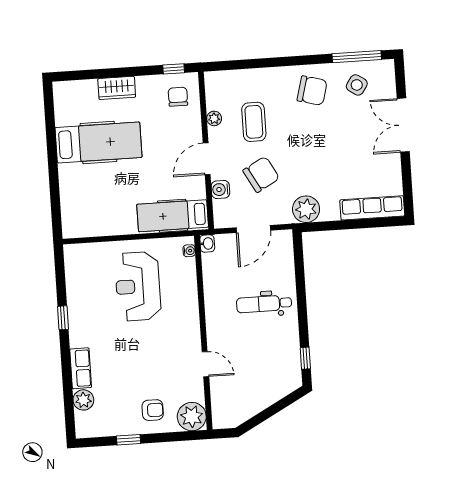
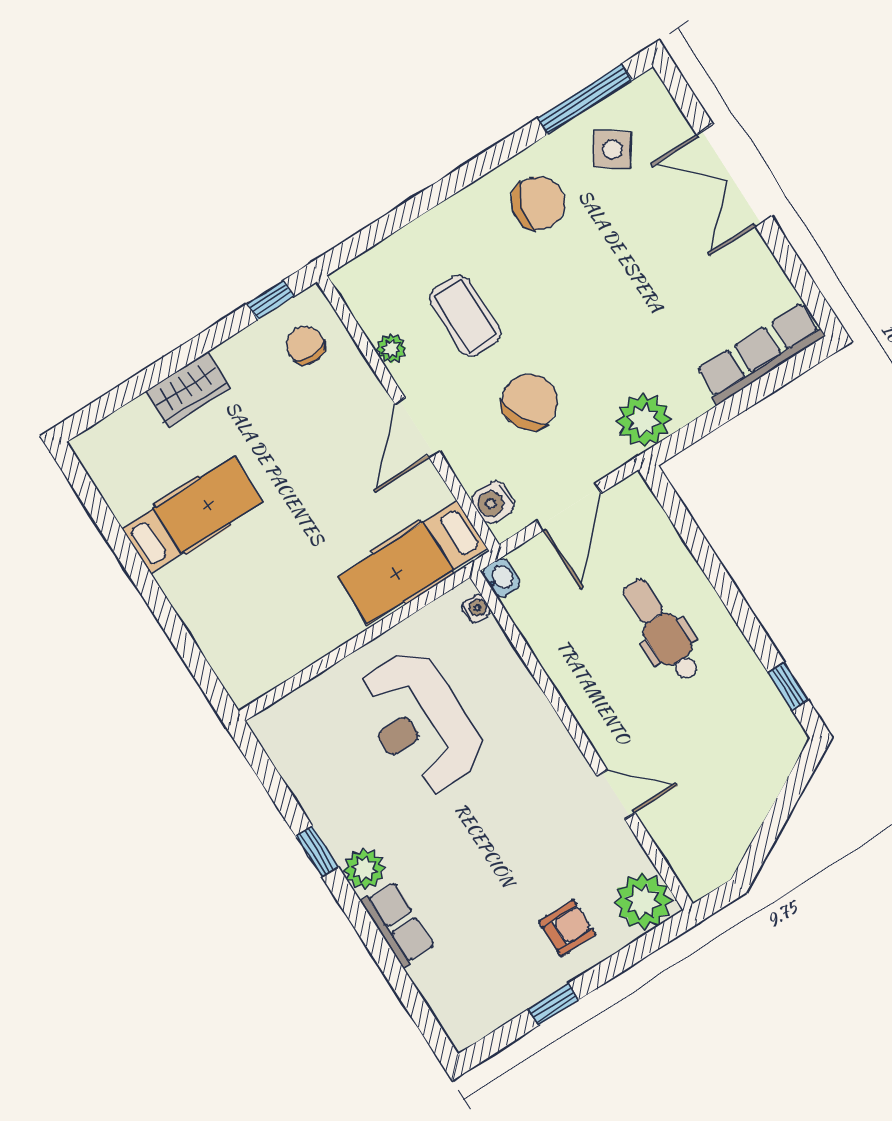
hospital bed: (98, 142) -> (192, 515), width x0.73, depth x0.78
water cooler: (220, 189) -> (493, 502), moved
dental chair: (264, 304) -> (662, 630), turned 90
plant: (83, 400) -> (364, 869), moved

